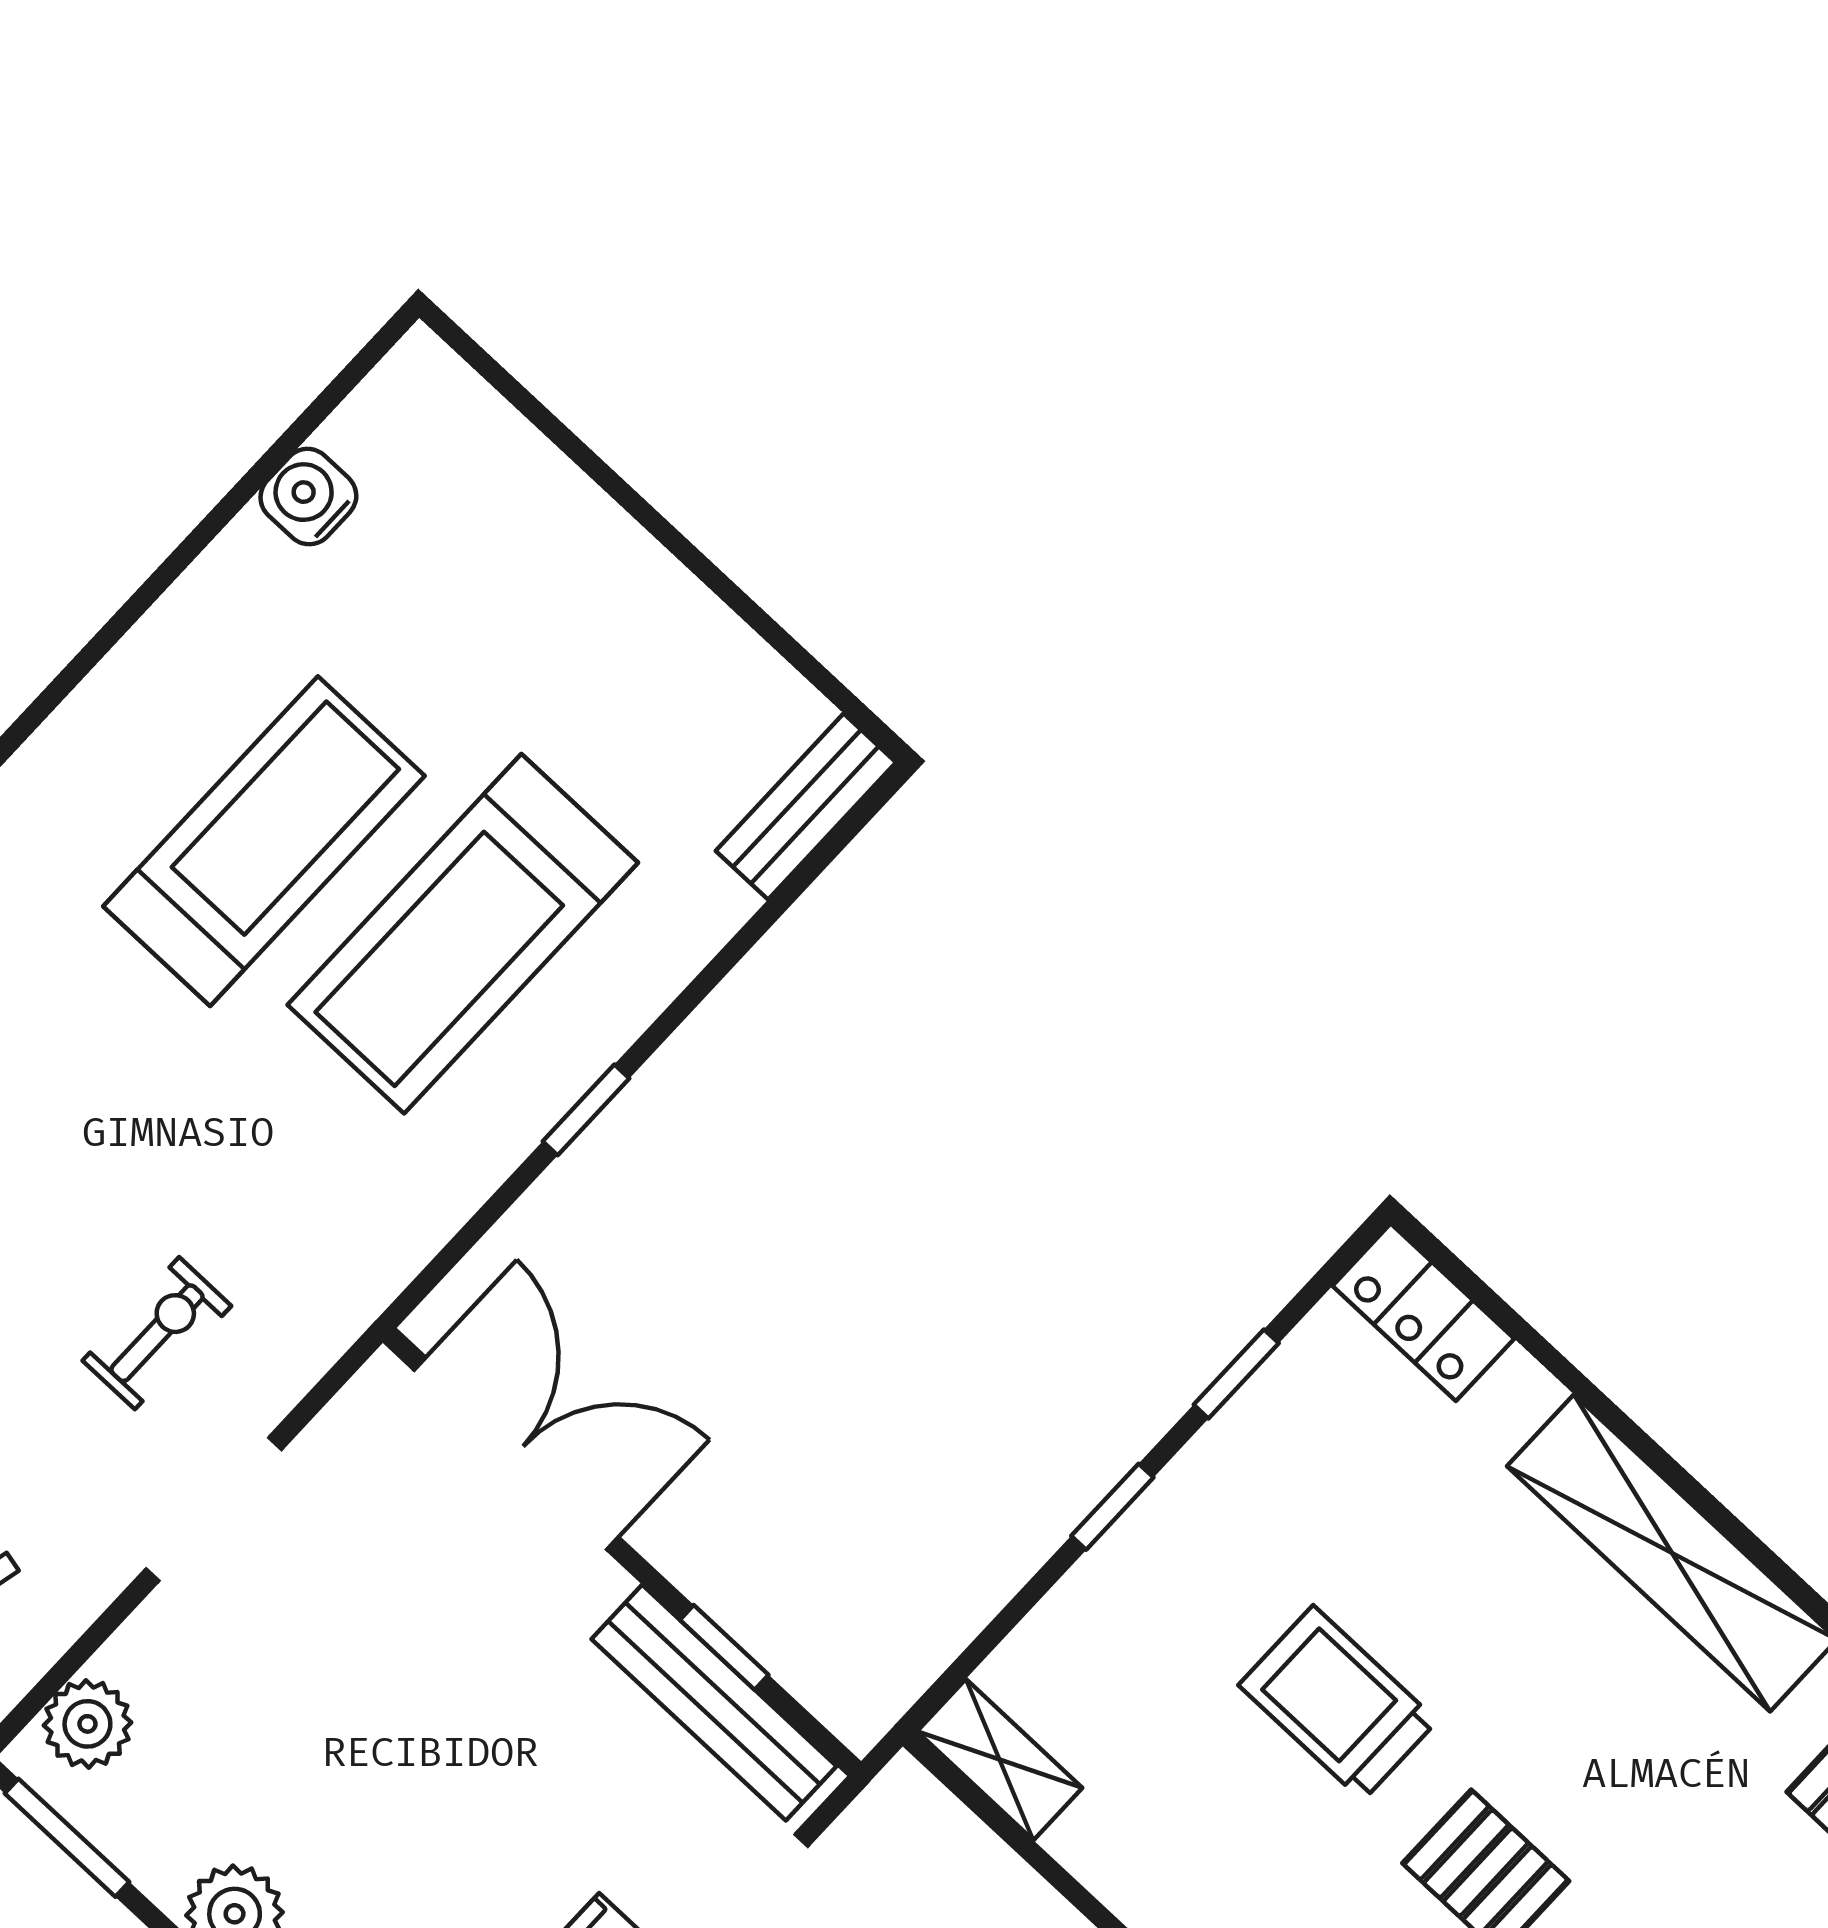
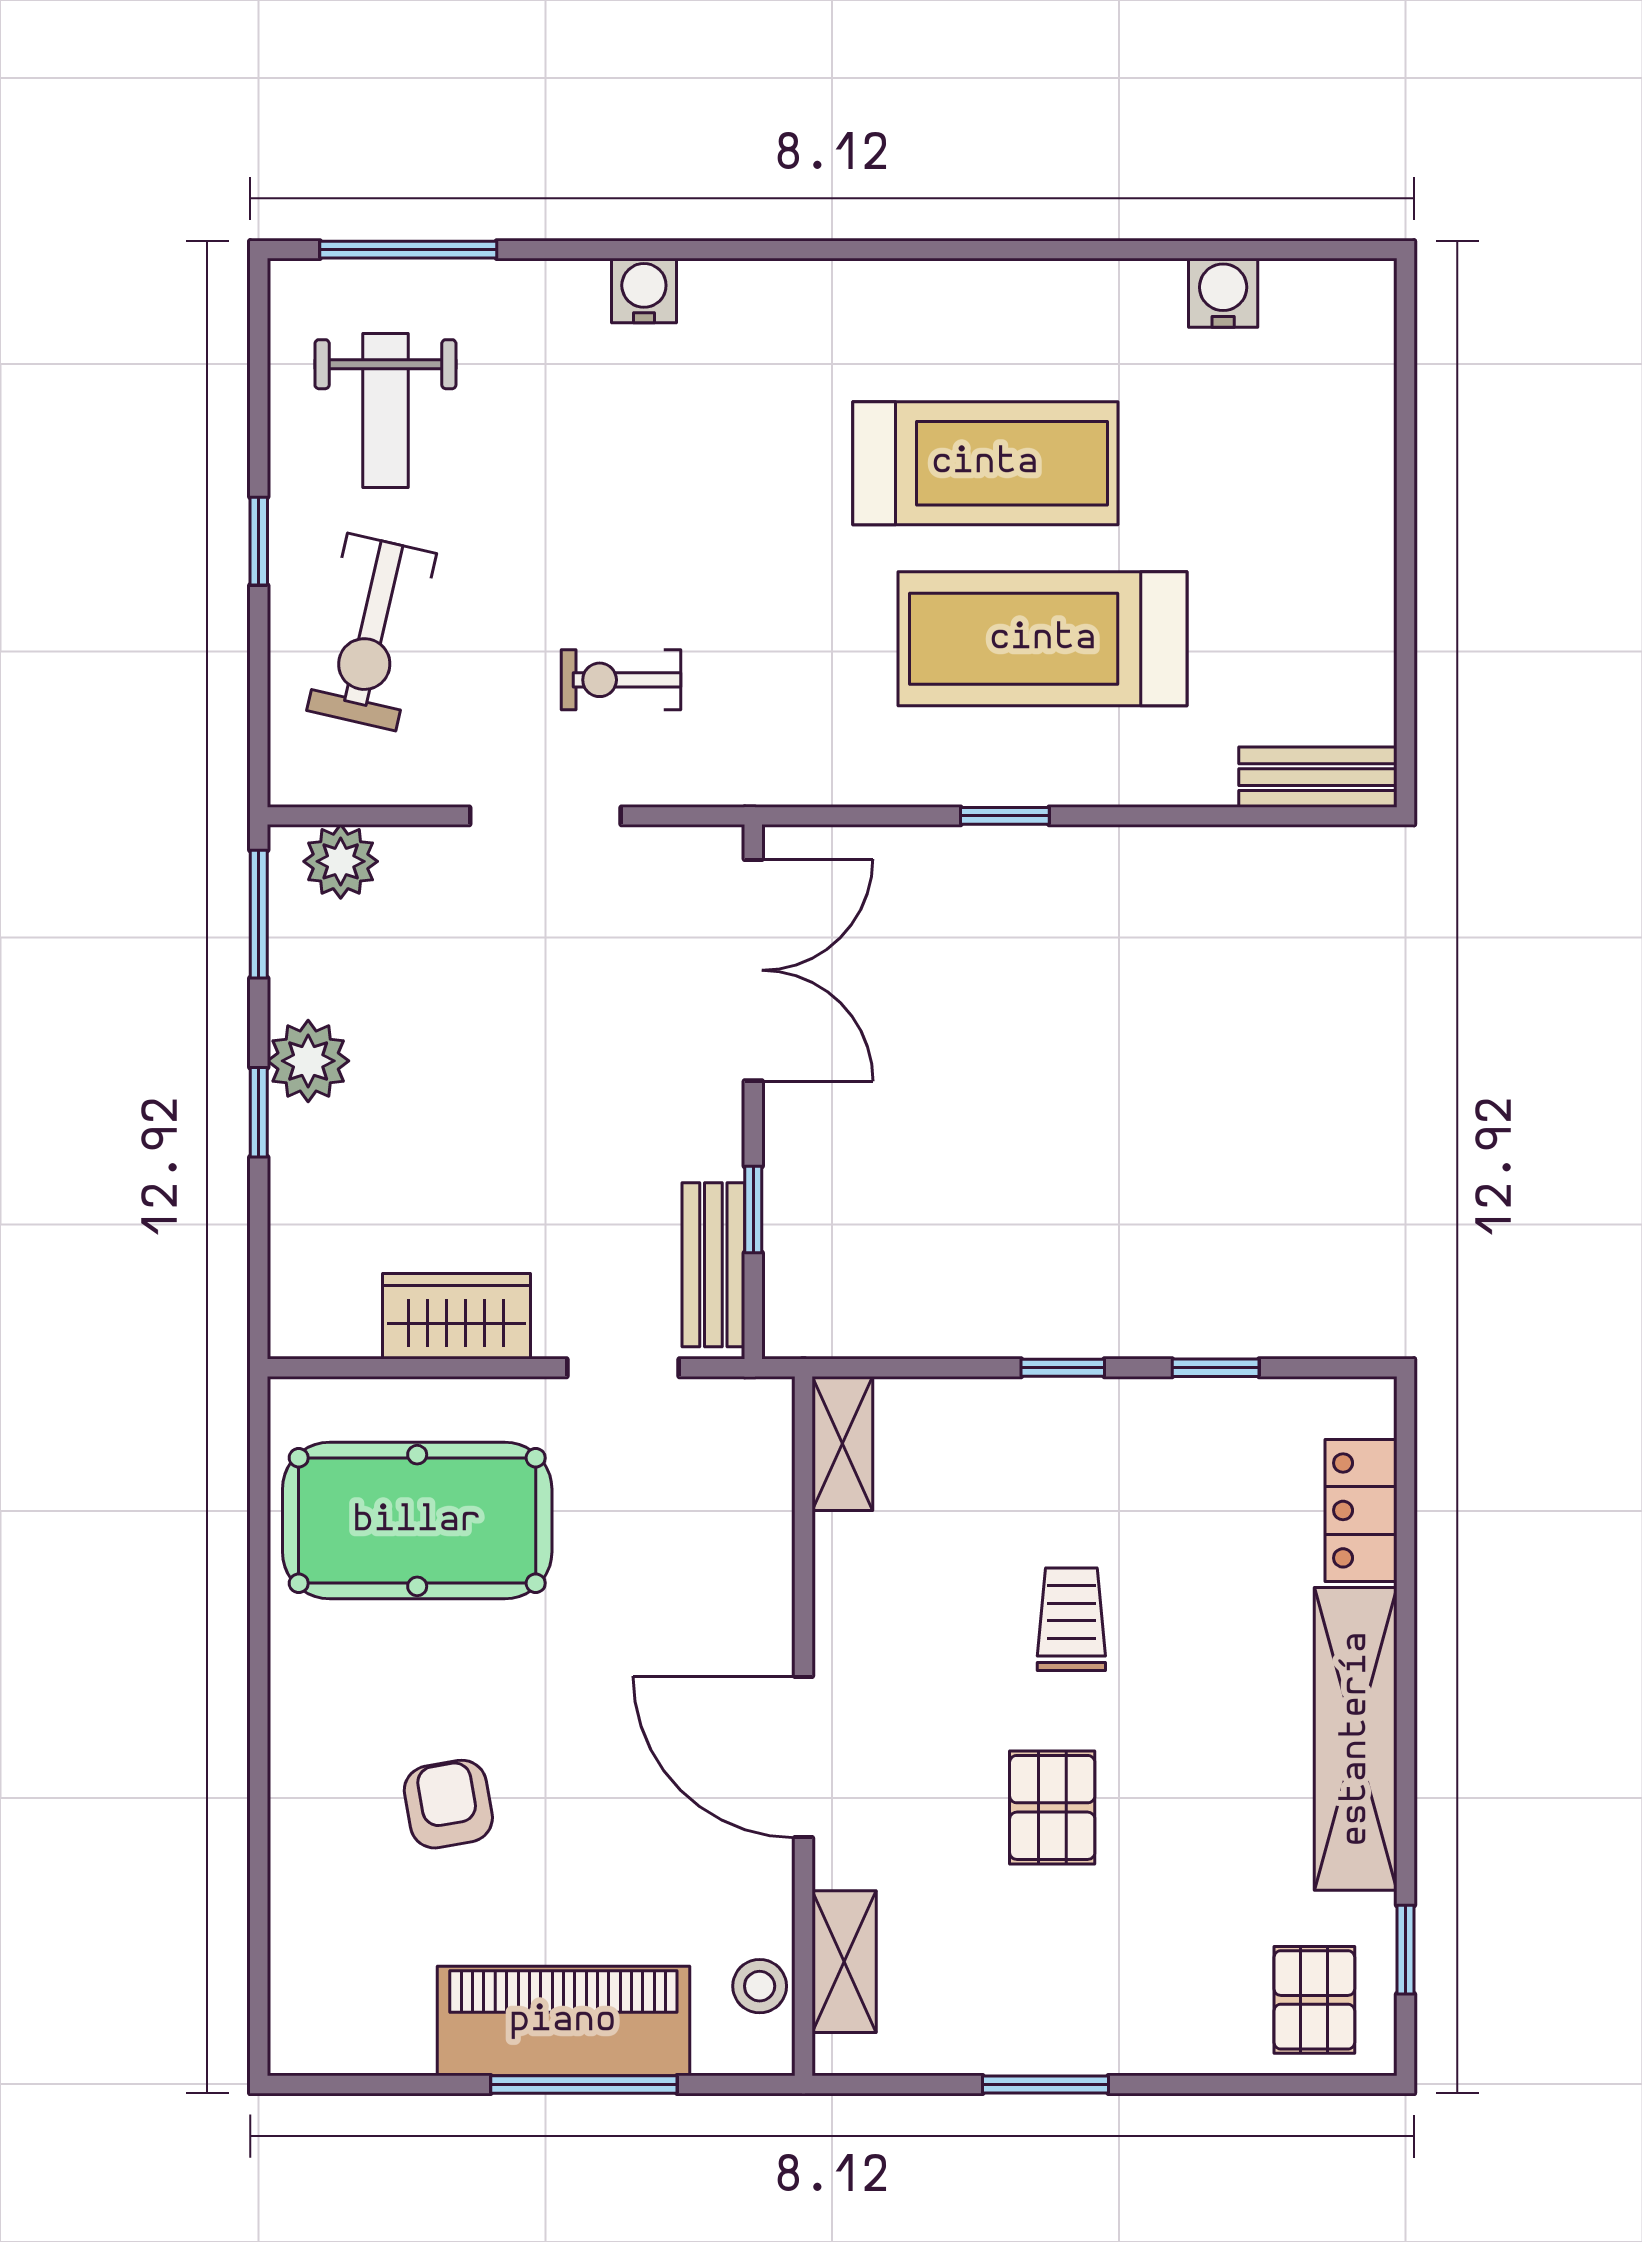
locker: (1423, 1312) -> (1361, 1510), moved
exercise bike: (157, 1333) -> (621, 680), turned 180
bench: (714, 1703) -> (713, 1265), width x0.73
trolley: (1338, 1703) -> (1071, 1619), width x0.73, depth x0.72

